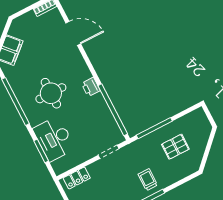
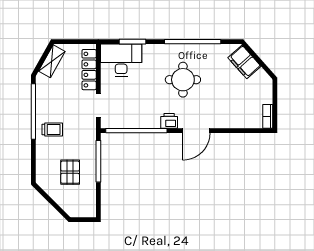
door: (73, 33) -> (196, 131), moved
desk: (54, 139) -> (121, 60), moved
locker: (77, 178) -> (89, 70), width x1.53

